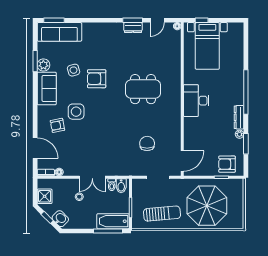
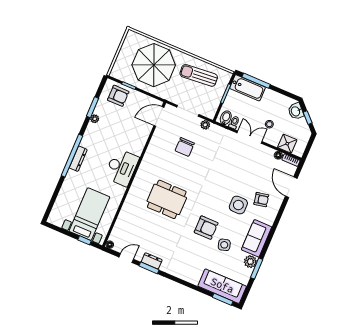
dresser: (239, 117) -> (78, 159), moved
plant: (137, 171) -> (205, 125), added
shower: (45, 196) -> (287, 144), moved

